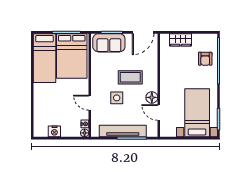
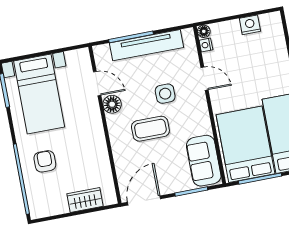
sofa: (109, 43) -> (204, 161), moved, turned -90
armchair: (205, 59) -> (45, 161), moved

